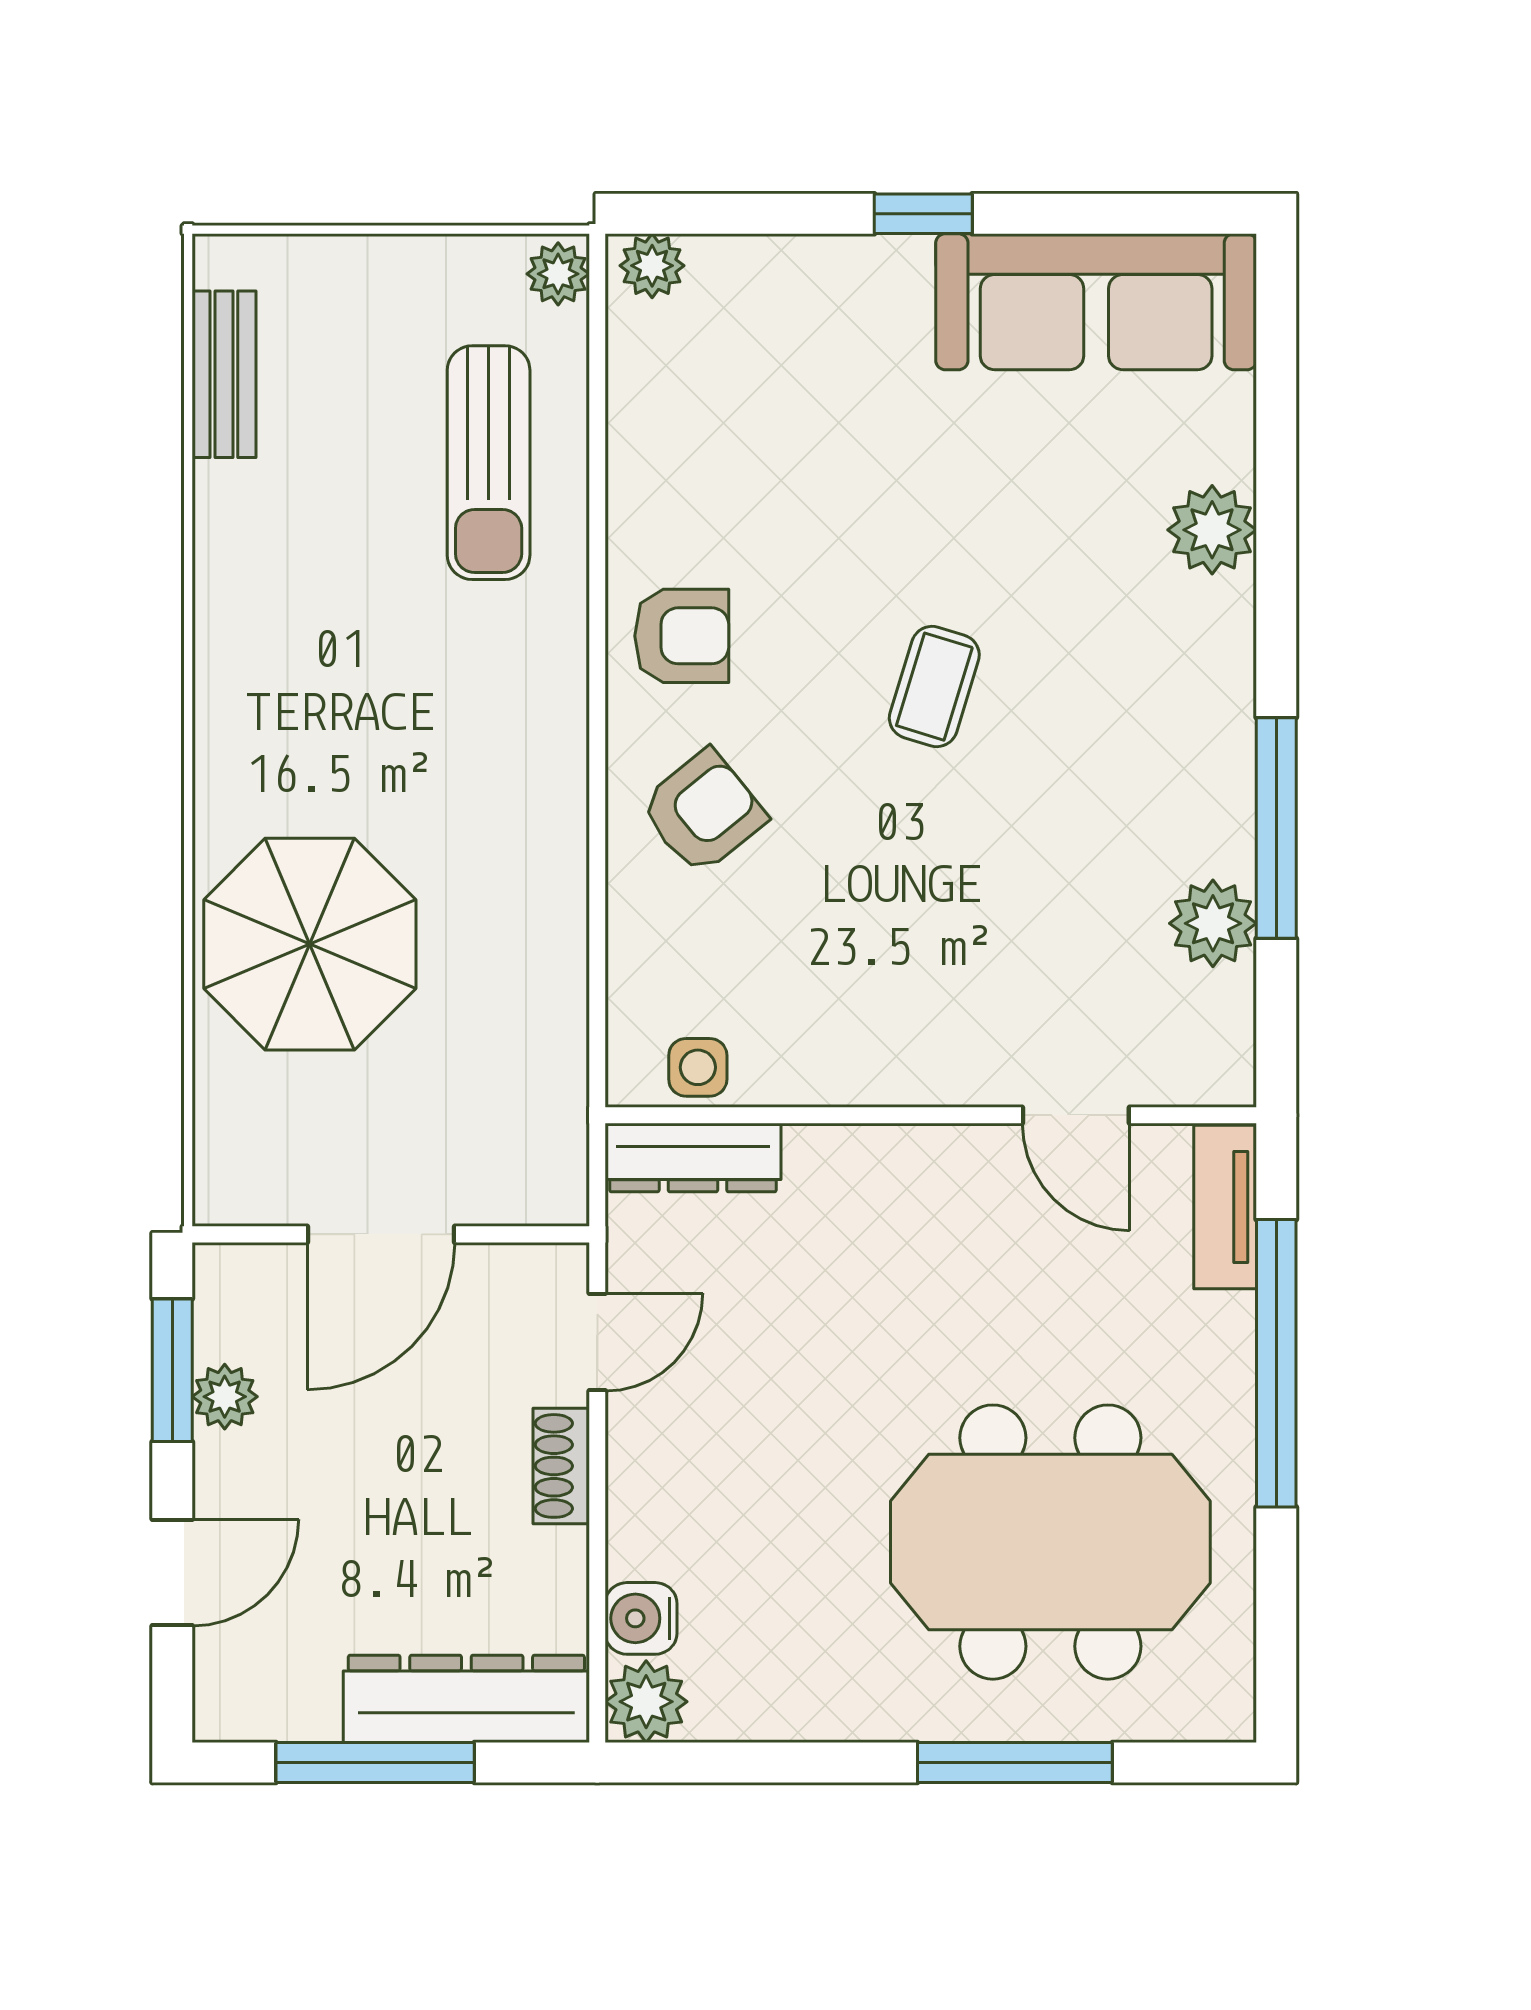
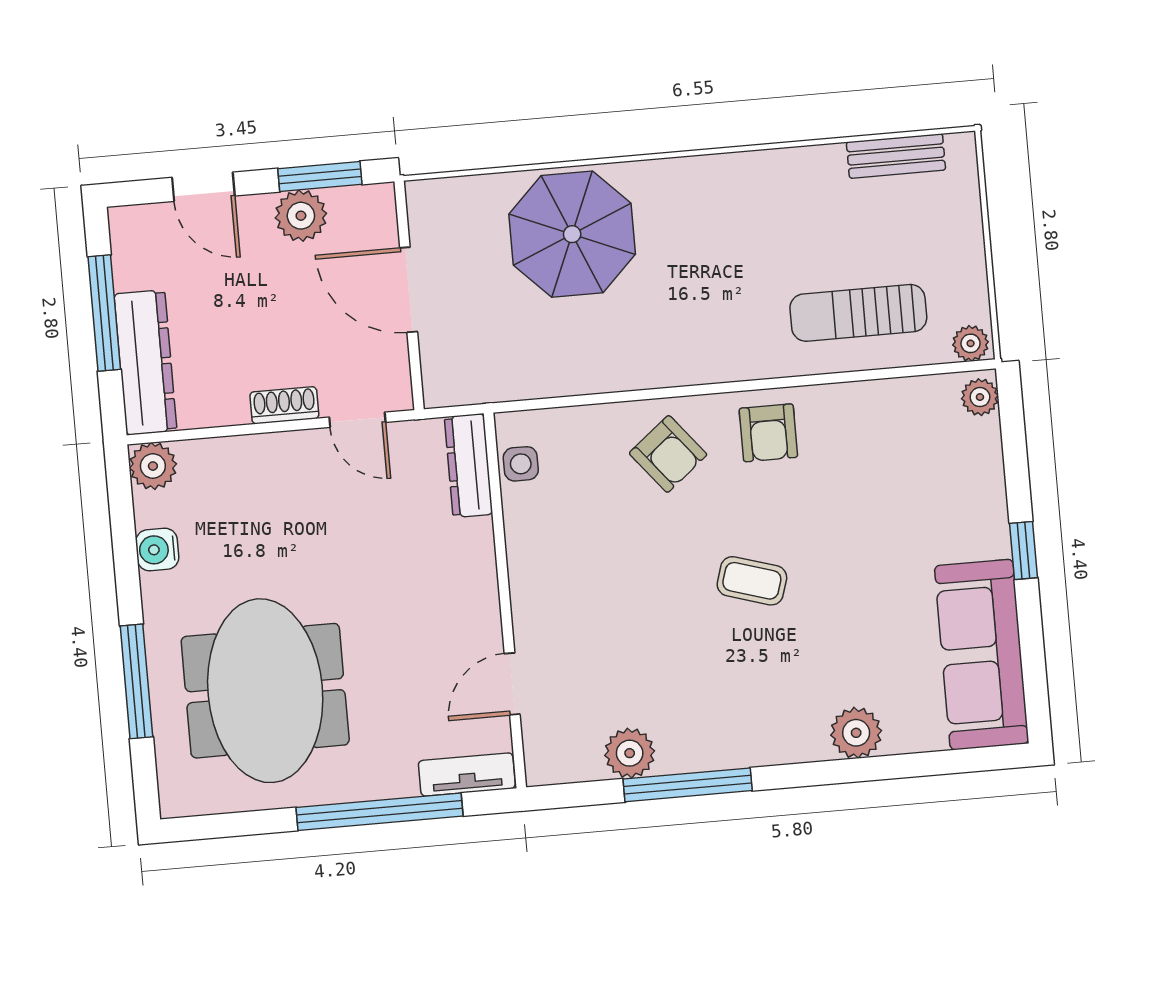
plant: (225, 1397) -> (301, 216), width x1.38, depth x1.38
water cooler: (641, 1618) -> (157, 550), moved, turned -90

